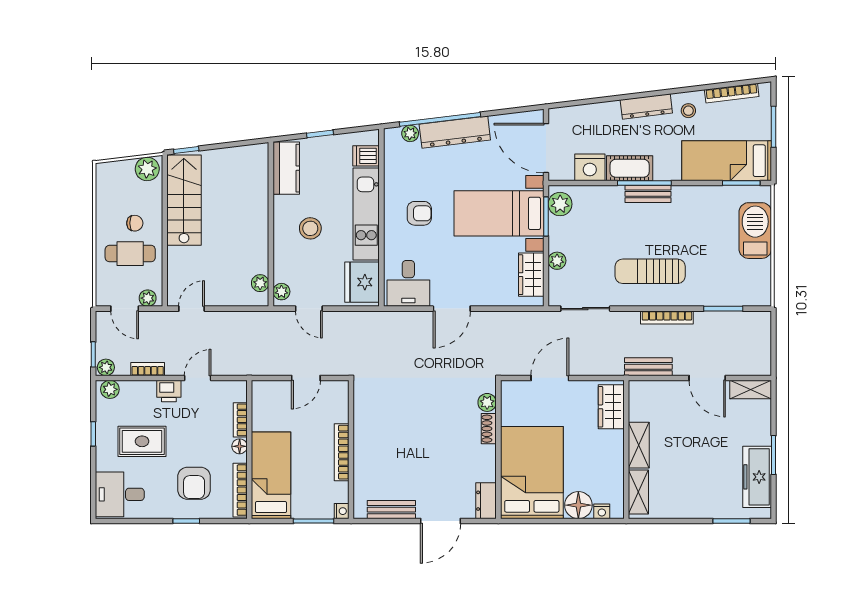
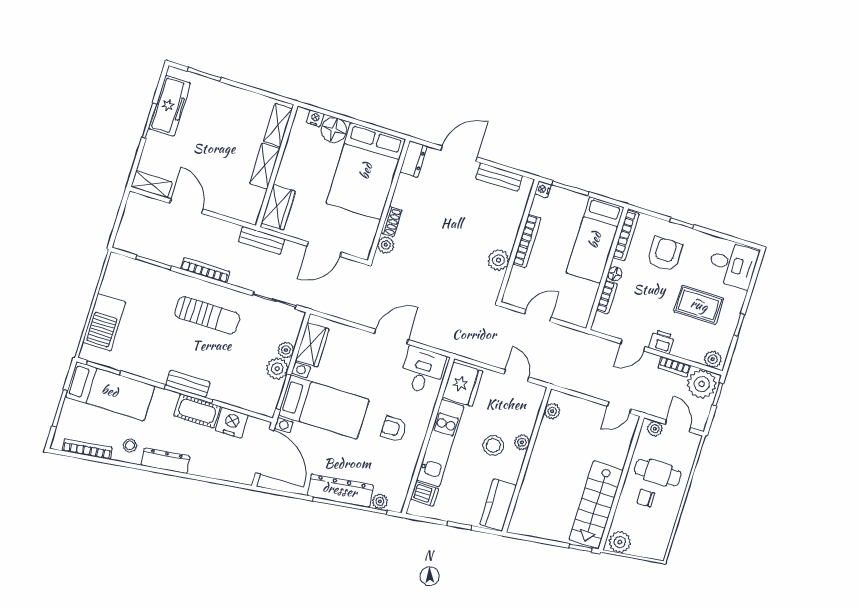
plant: (560, 204) -> (277, 369), moved
plant: (281, 292) -> (522, 442), moved
plant: (106, 367) -> (702, 384), width x1.88, depth x1.88
bench: (648, 367) -> (262, 240), moved
plant: (365, 423) -> (498, 260), added

